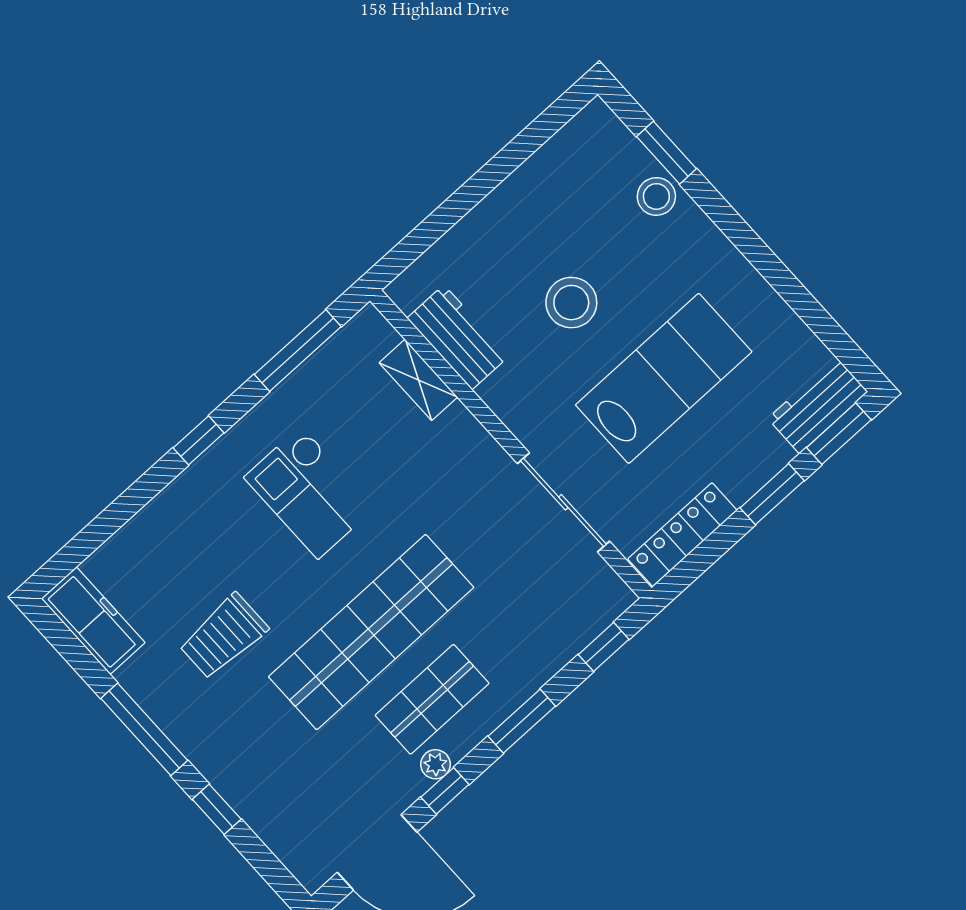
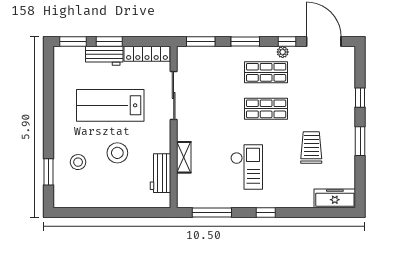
stool: (656, 196) -> (78, 162), moved
shelving: (418, 380) -> (184, 157), moved
workbench: (818, 405) -> (104, 56), moved
freezer: (93, 621) -> (335, 198), moved, turned 90
shop shelf: (371, 632) -> (266, 109), width x0.50, depth x0.74
trolley: (223, 636) -> (311, 147), turned -90
window: (604, 647) -> (201, 42), width x1.50
window: (144, 729) -> (360, 141), width x0.69

